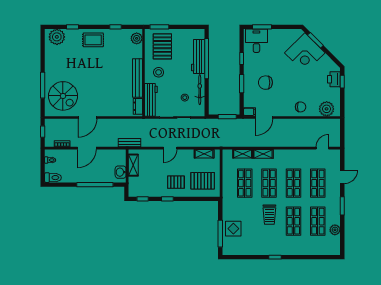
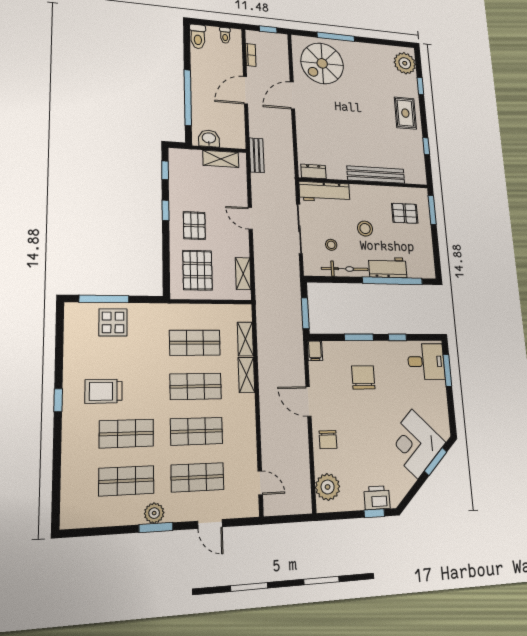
plant: (137, 38) -> (413, 176), removed
pallet: (162, 46) -> (405, 213), width x0.67, depth x0.71
workbench: (198, 57) -> (388, 267), width x0.73
stool: (159, 72) -> (365, 229), moved
bench: (137, 78) -> (376, 175), moved
door: (88, 117) -> (292, 95), hinge flipped
door: (264, 117) -> (309, 401), moved
door: (87, 148) -> (245, 90), hinge flipped
trolley: (269, 215) -> (104, 391), moved
plant: (335, 230) -> (154, 513), moved

